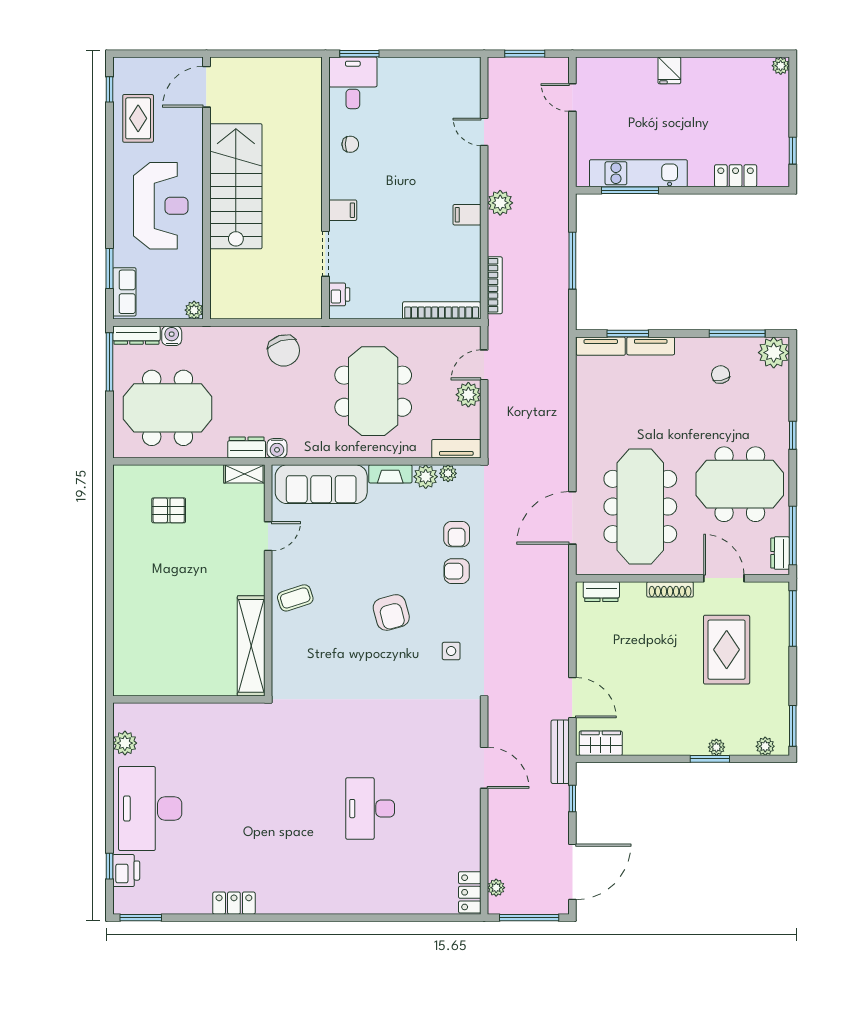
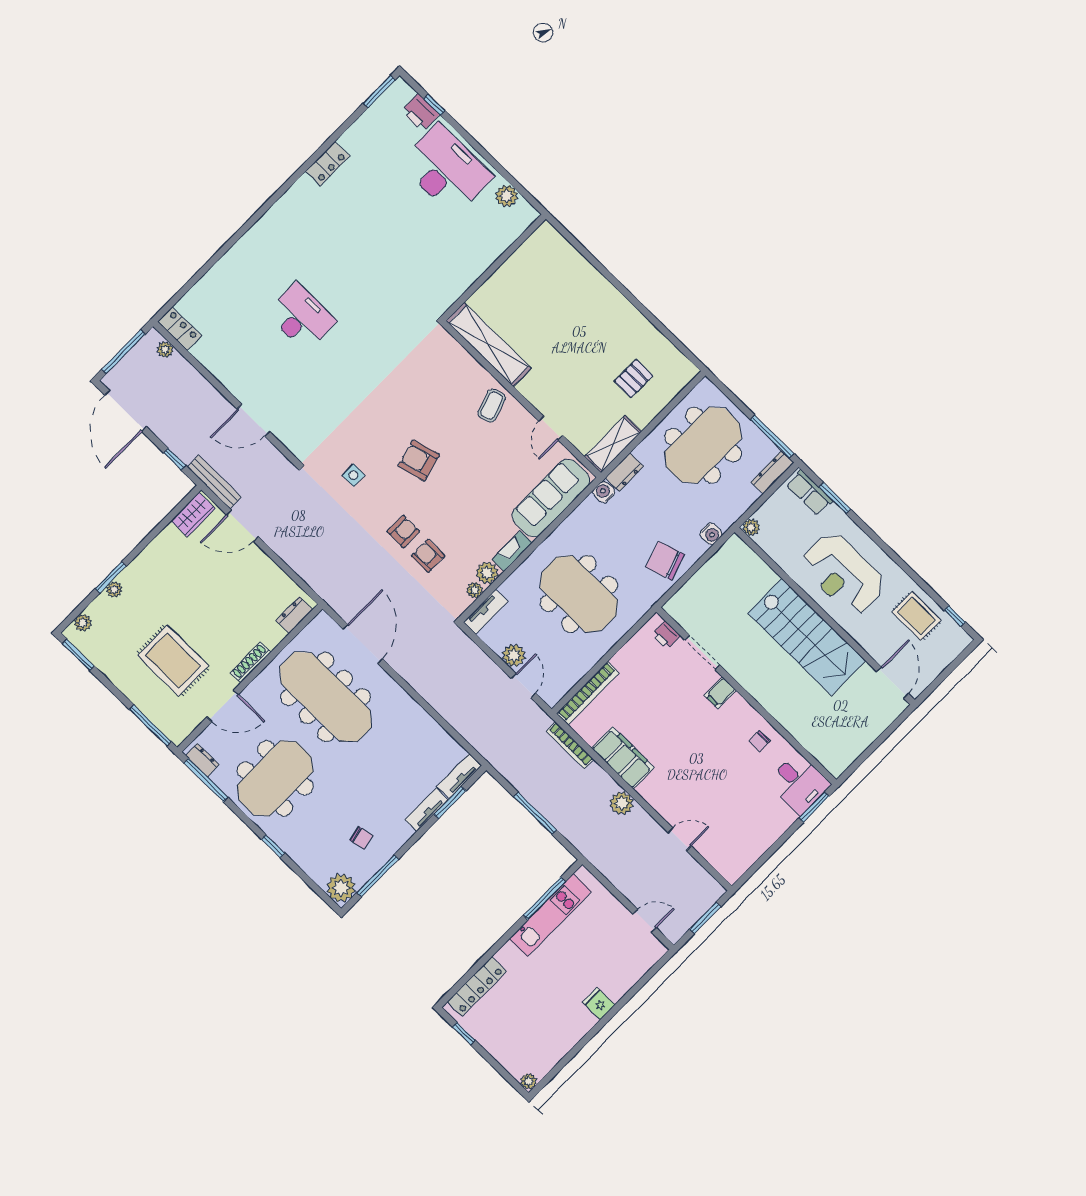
locker: (736, 176) -> (477, 986), width x1.53
filing cabinet: (467, 215) -> (623, 758), width x3.00, depth x1.17
water cooler: (172, 336) -> (711, 534), moved
shelving: (244, 474) -> (613, 444), width x1.50, depth x1.33

